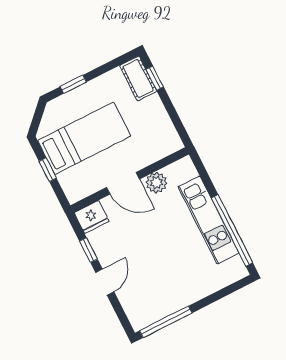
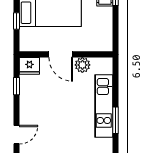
window: (232, 230) -> (116, 120), width x0.47
door: (105, 282) -> (17, 135), moved

